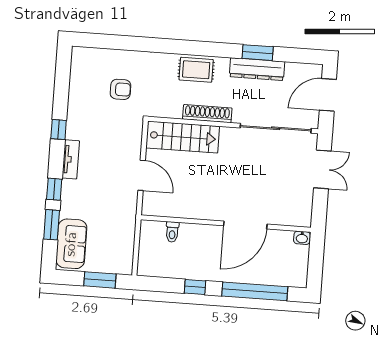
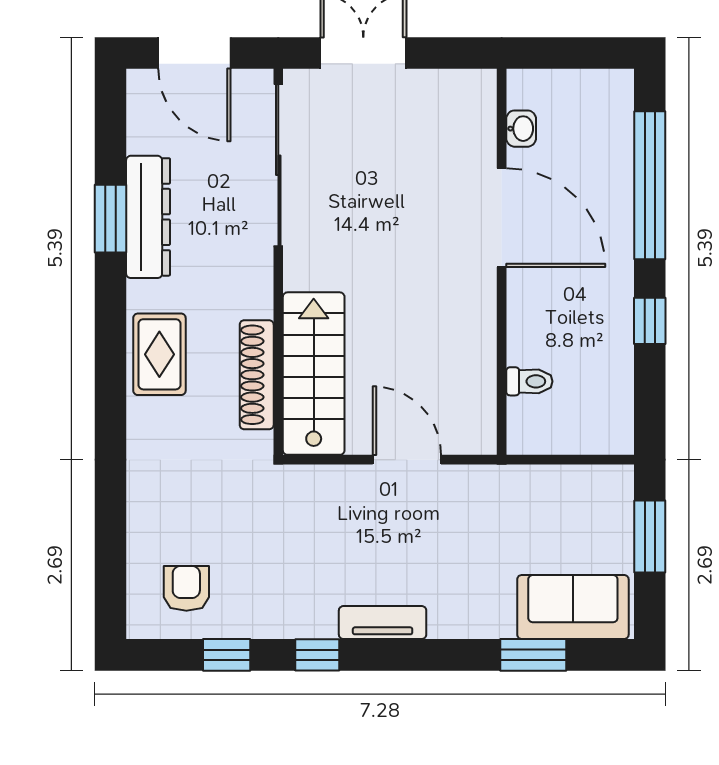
armchair: (120, 89) -> (186, 588), moved
shoe rack: (207, 114) -> (257, 375), moved
door: (142, 175) -> (407, 460), hinge flipped
window: (54, 189) -> (227, 655), moved
washbasin: (302, 238) -> (521, 129), moved

